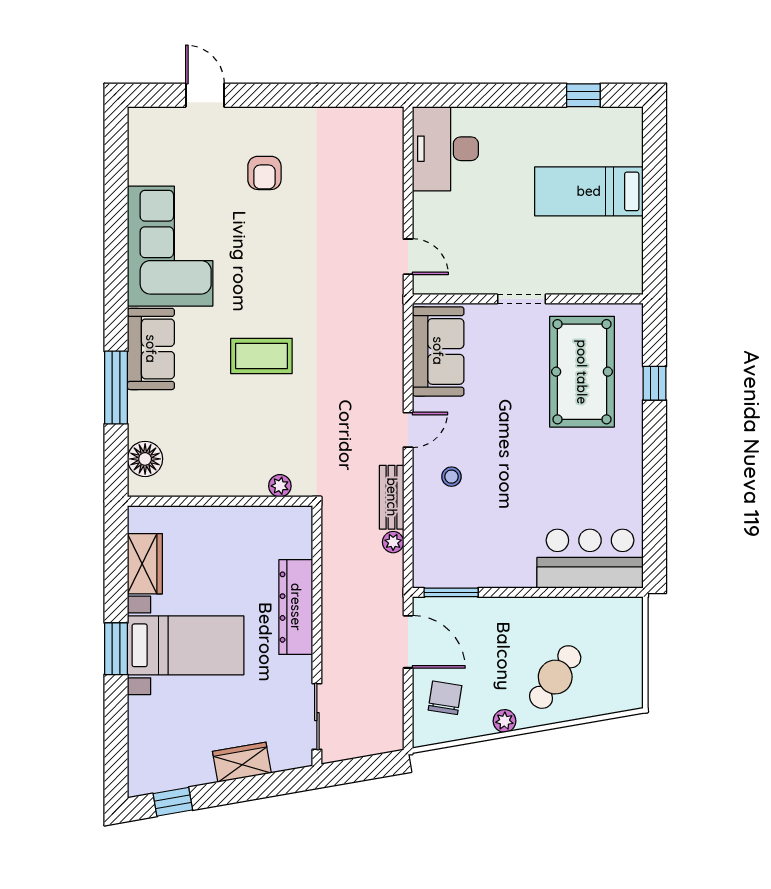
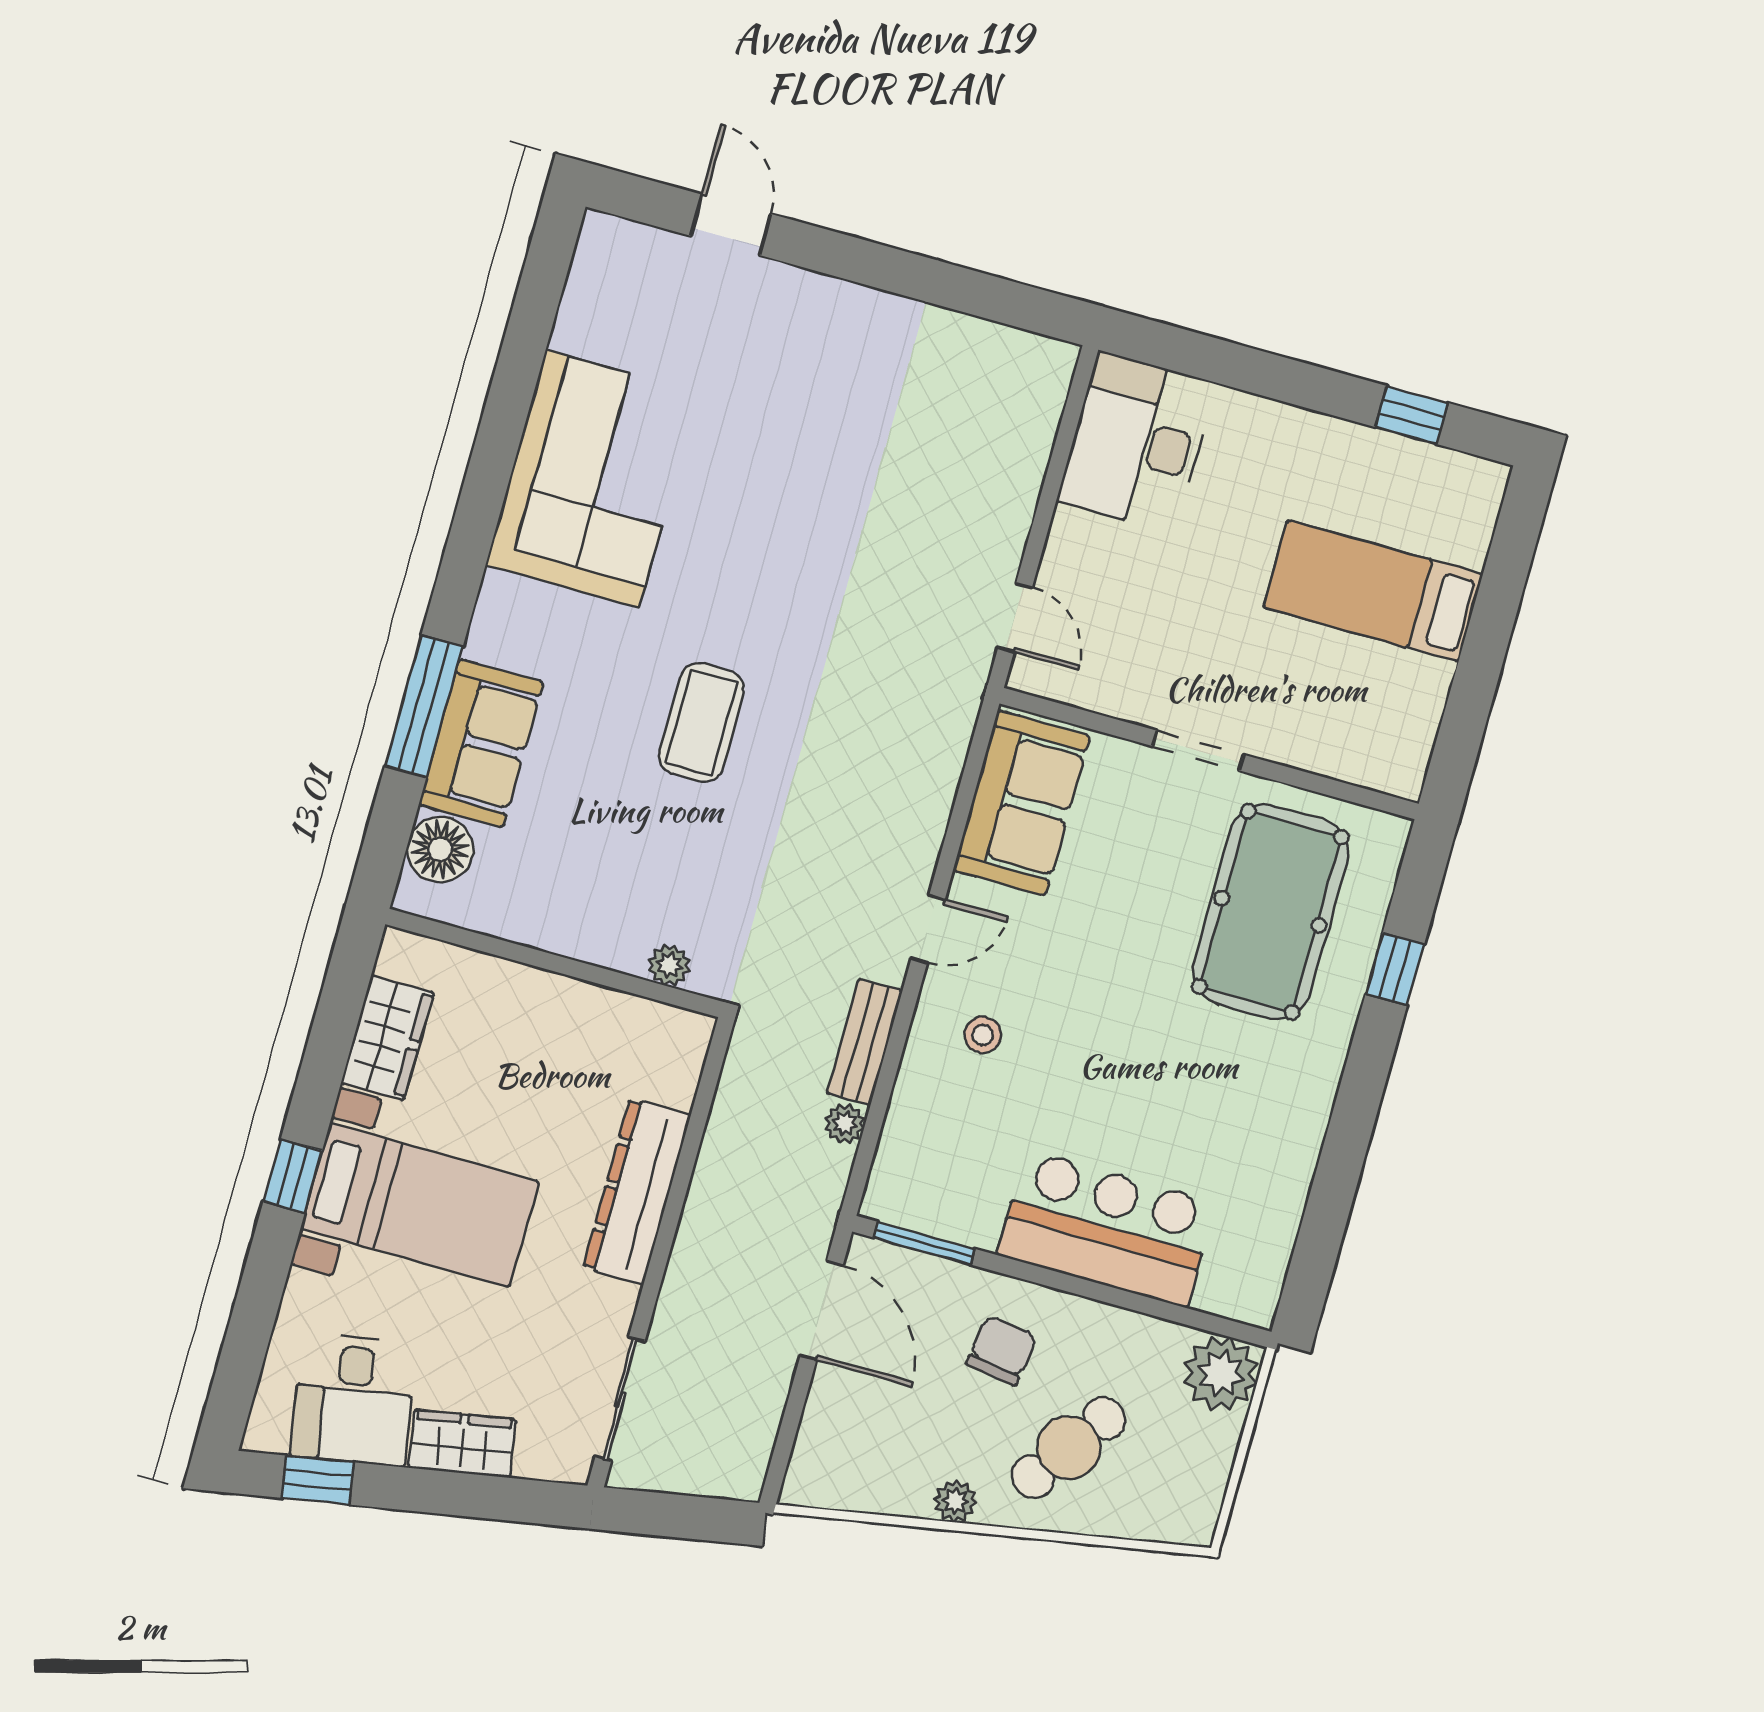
armchair: (264, 173) -> (799, 395), removed
sofa: (151, 349) -> (481, 743), moved
coffee table: (261, 356) -> (702, 722), turned 90
bar counter: (590, 559) -> (1107, 1229), moved
plant: (623, 617) -> (1221, 1373), added
window: (116, 649) -> (293, 1176), width x0.67
chair: (445, 698) -> (1002, 1350), moved
desk: (179, 755) -> (353, 1400), added

